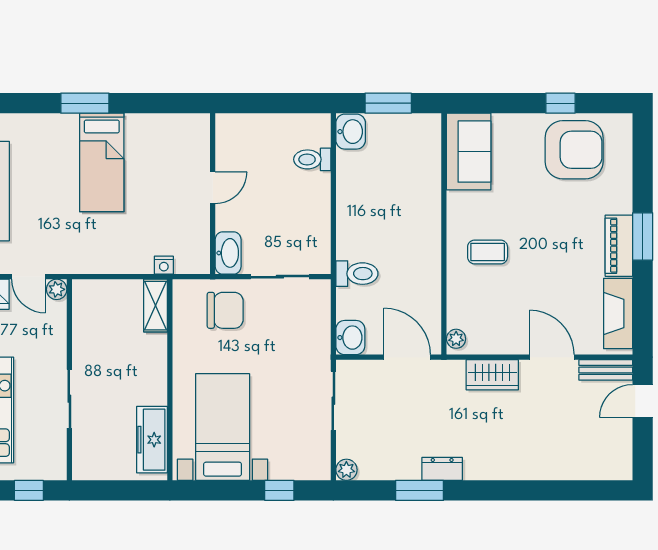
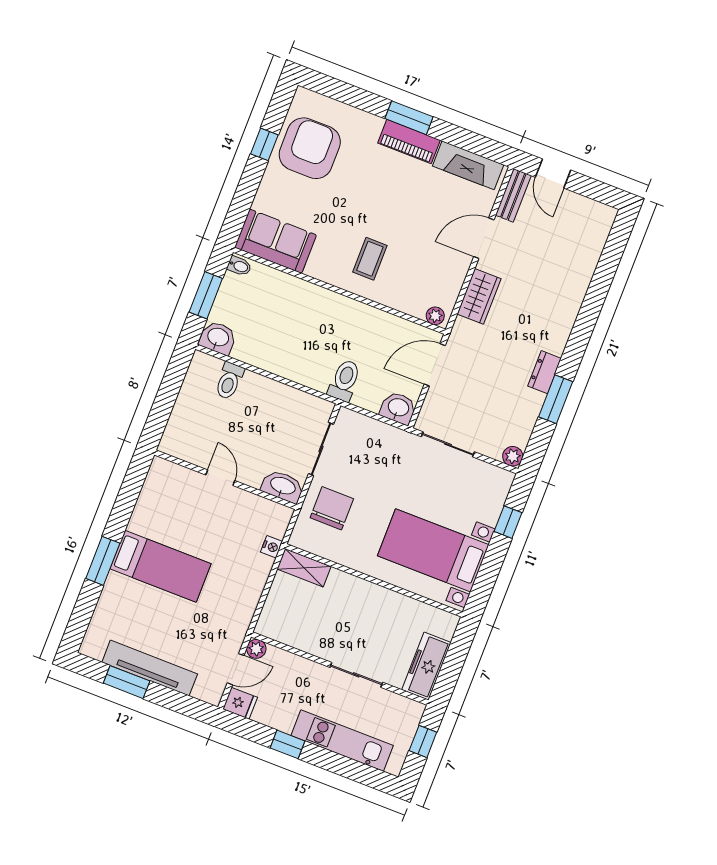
bidet: (430, 125) -> (239, 266), added
freezer: (152, 440) -> (426, 666), moved, turned 90

